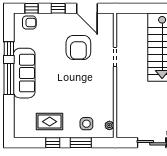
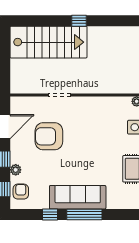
plant: (49, 18) -> (16, 170), added
armchair: (78, 47) -> (49, 136), turned 180

